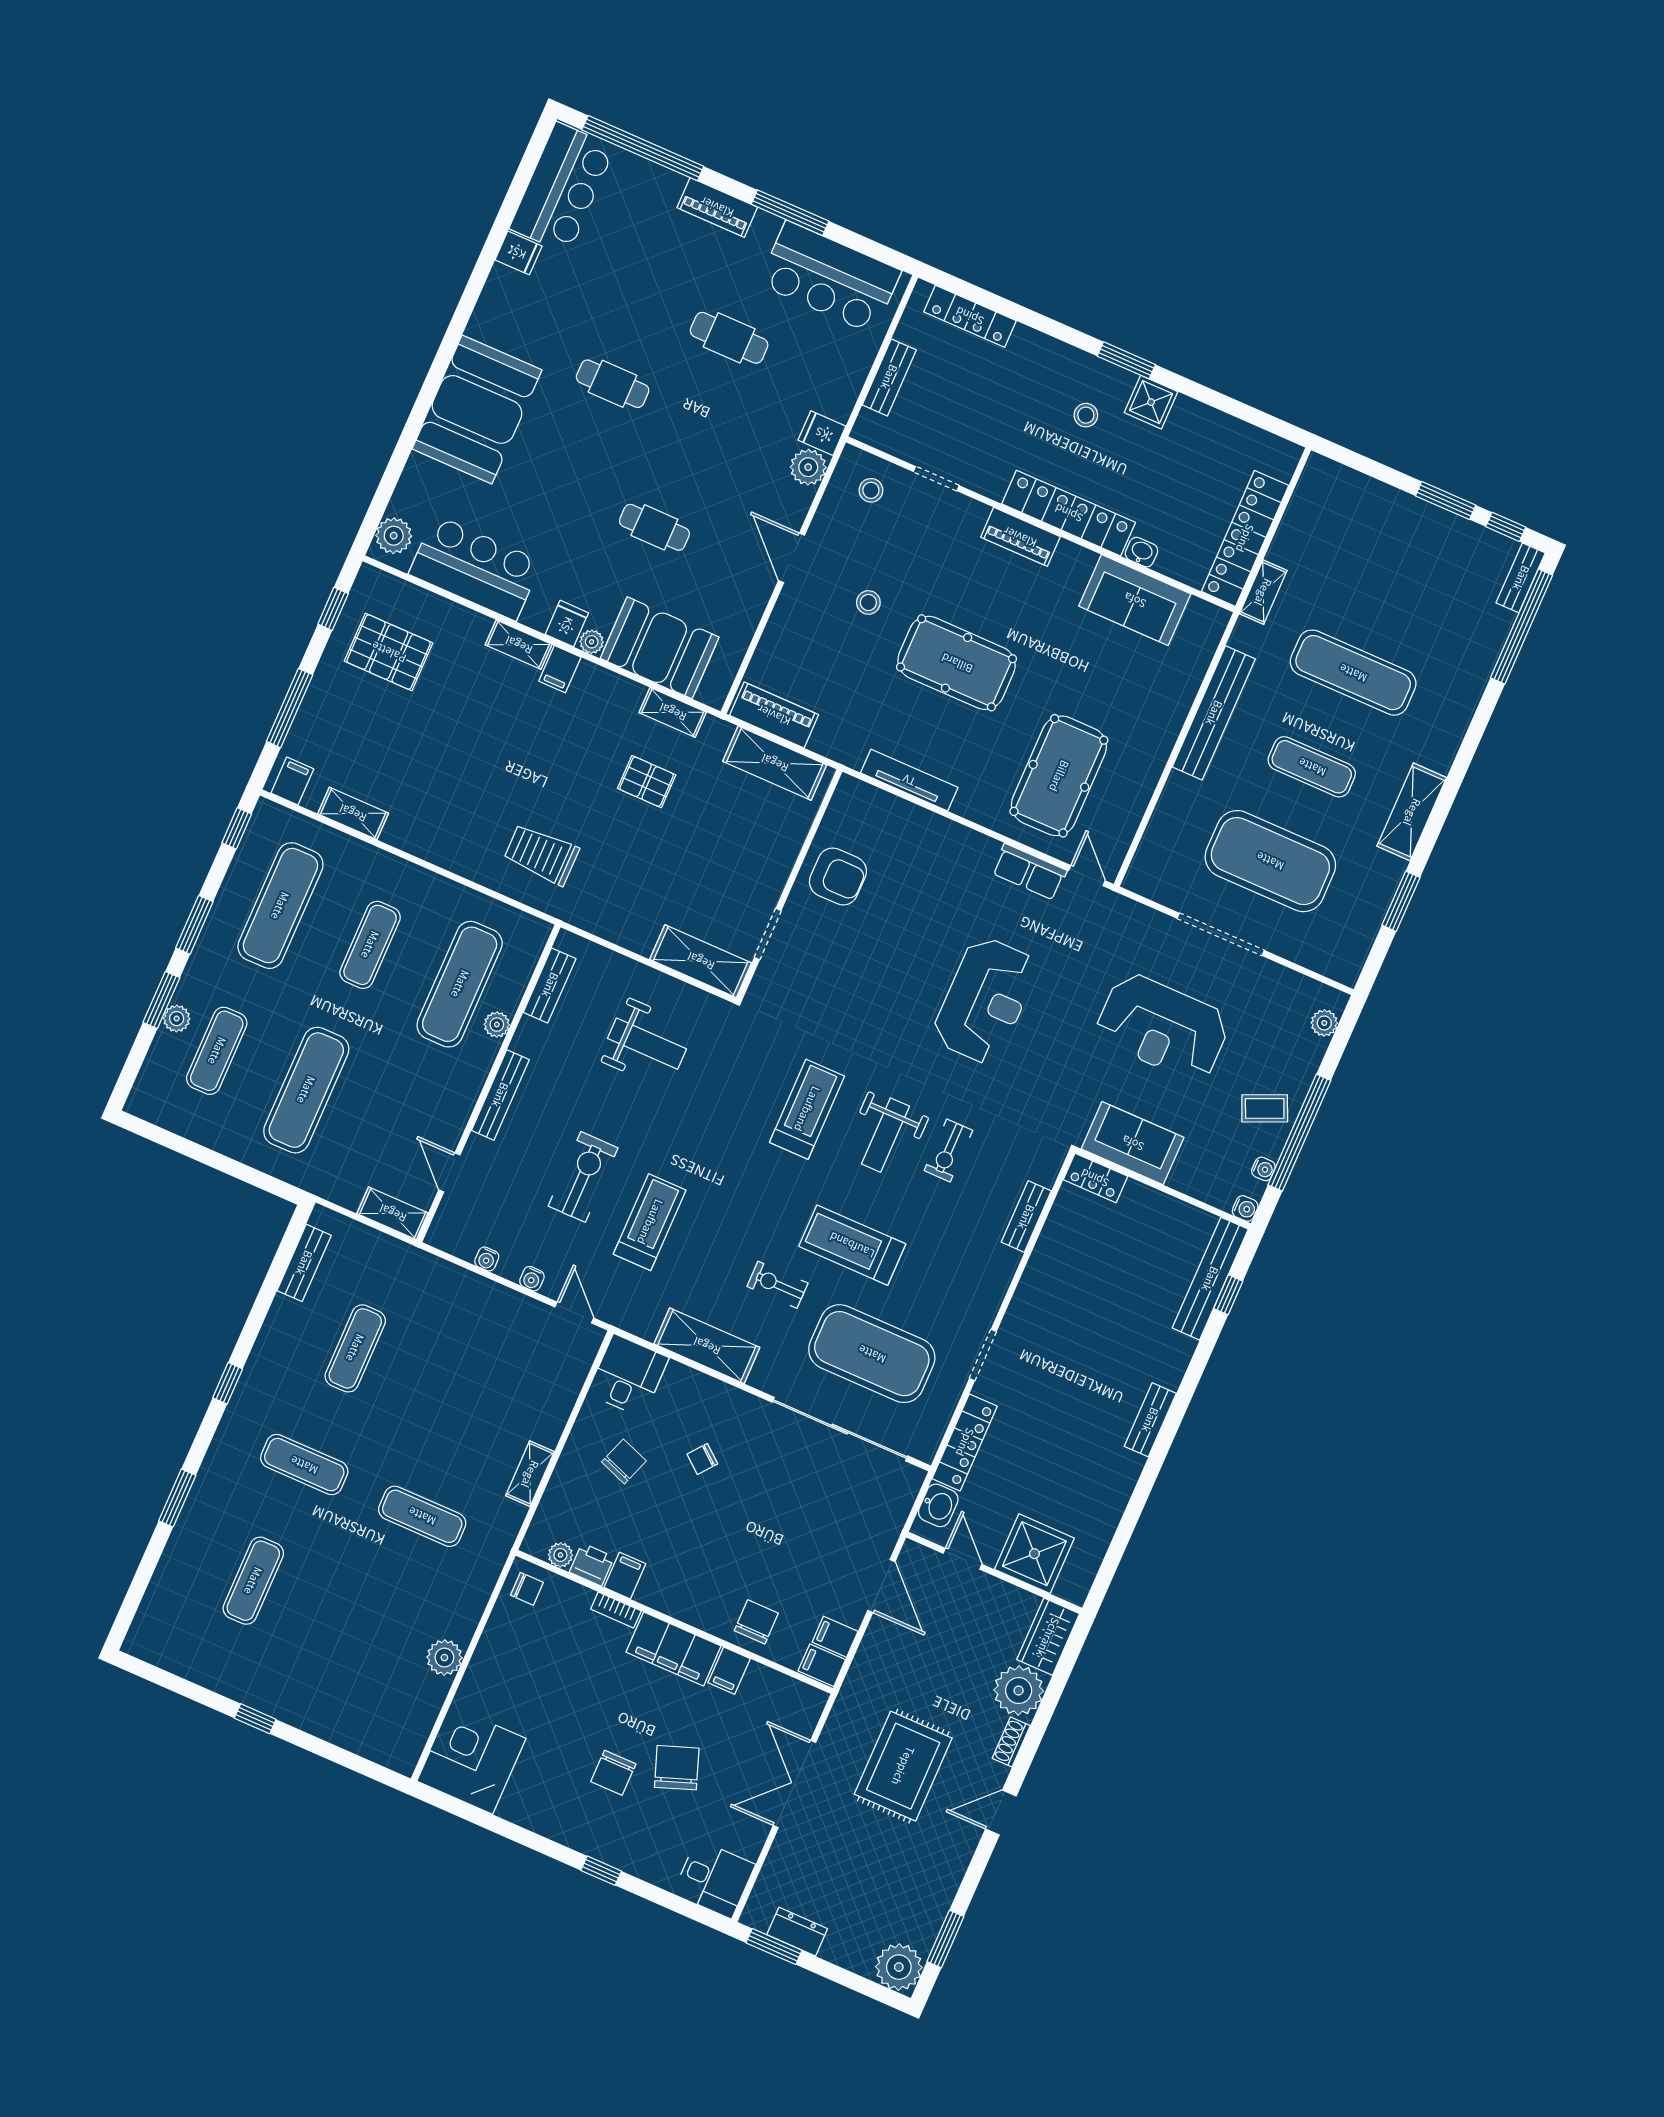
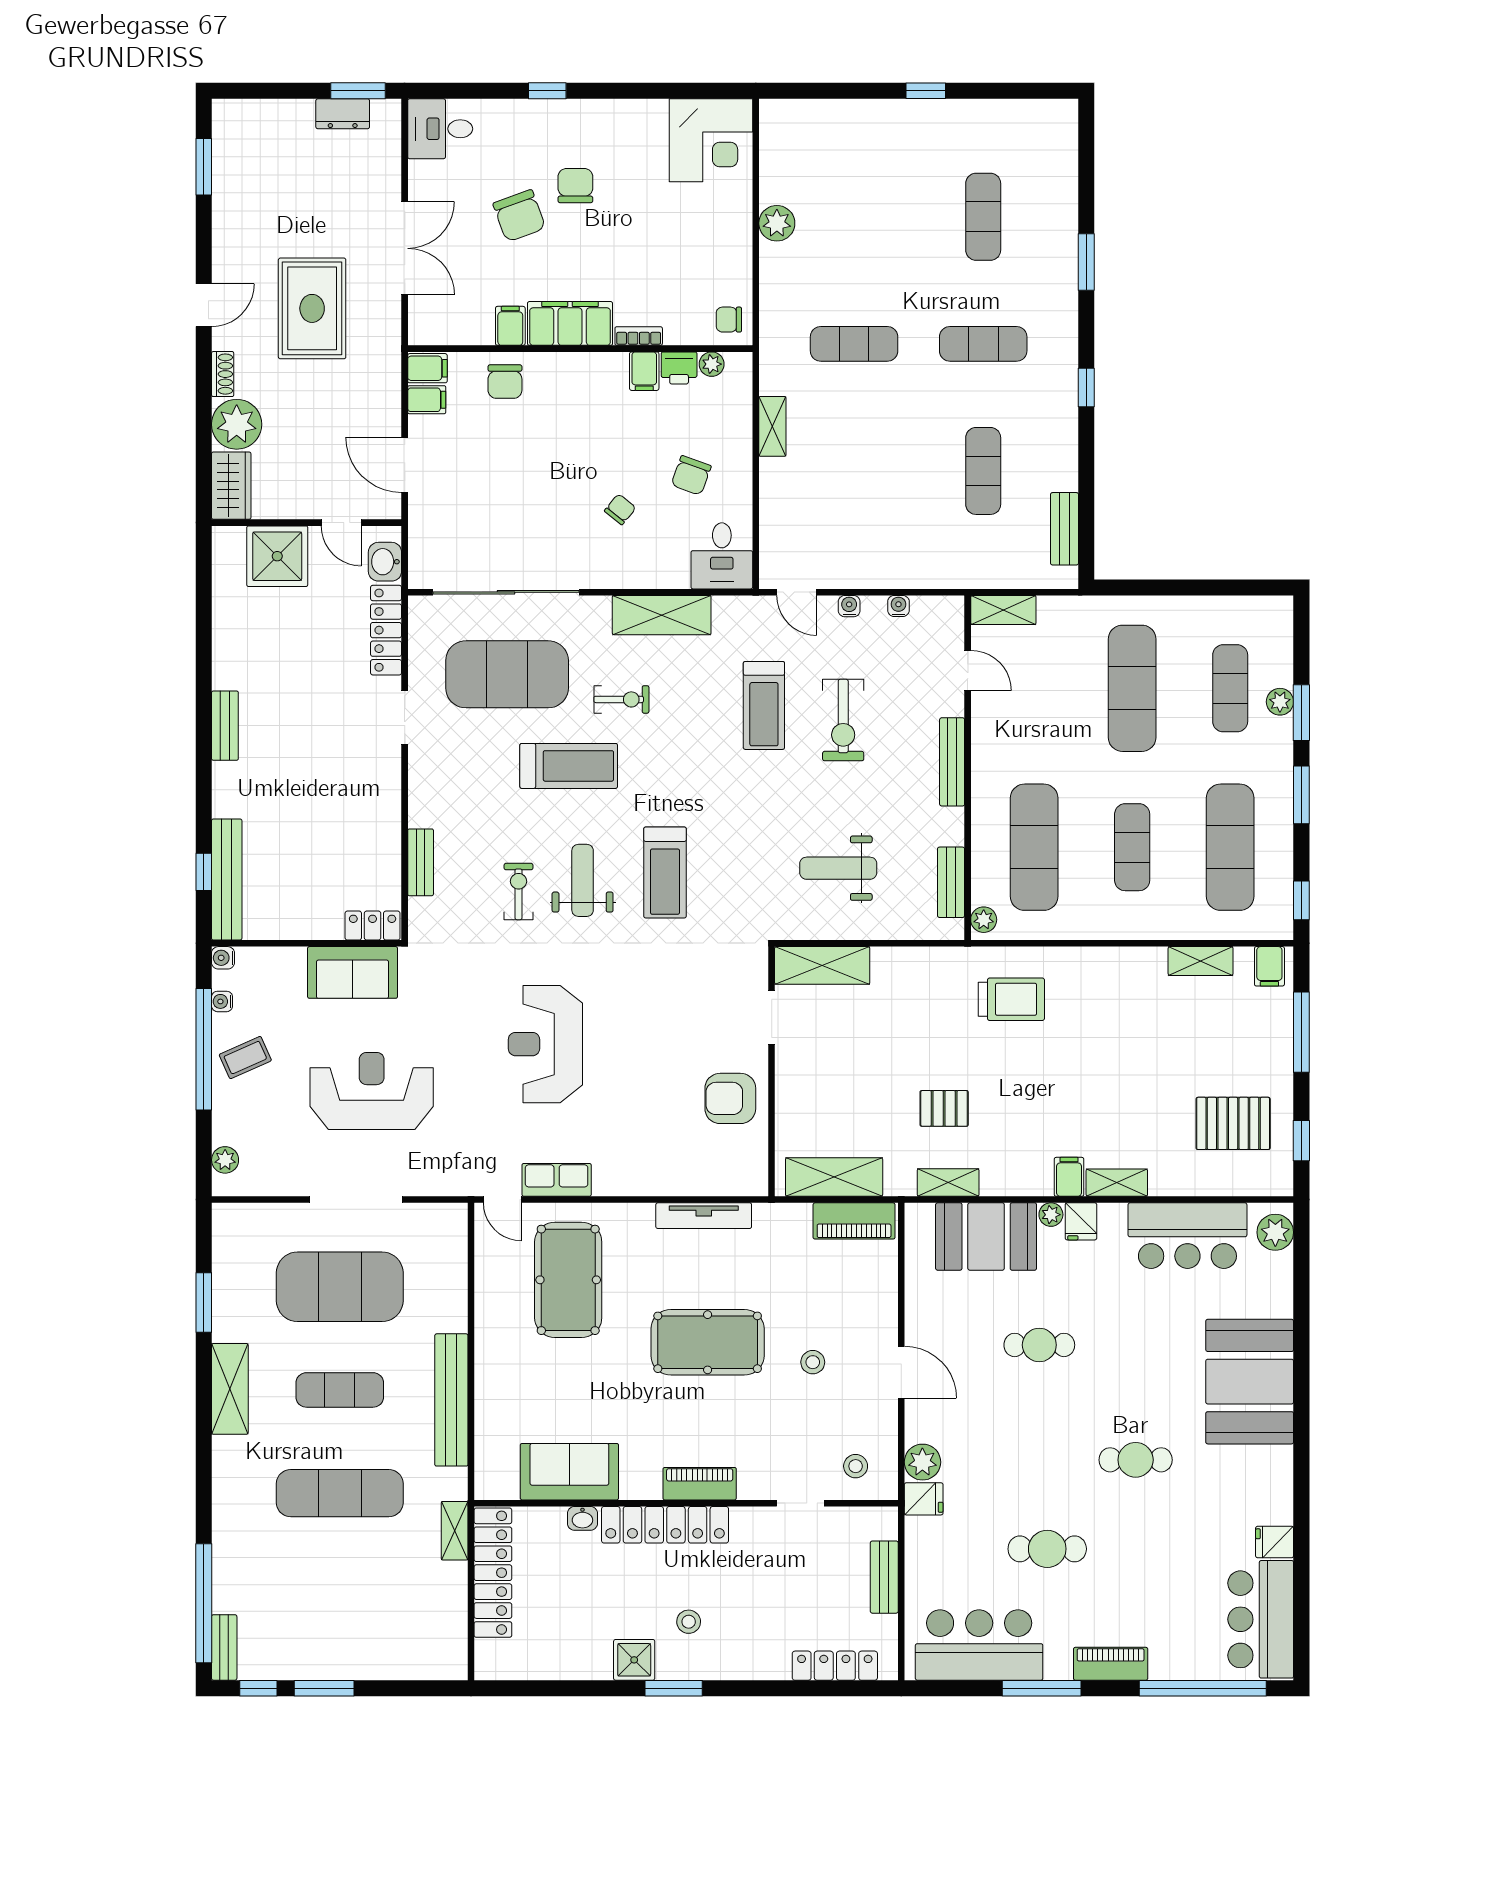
plant: (497, 1025) -> (984, 920), moved
plant: (899, 1967) -> (235, 122), removed

